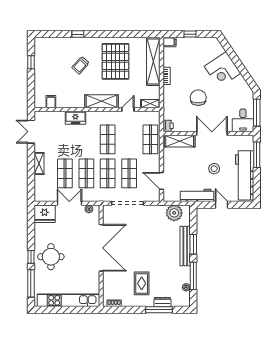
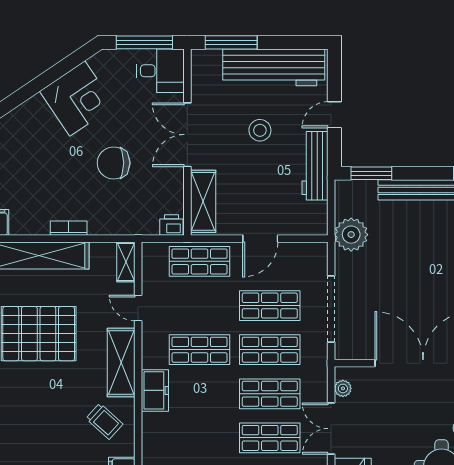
trolley: (80, 65) -> (104, 421), moved
corner desk: (223, 70) -> (77, 98), moved
freezer: (75, 118) -> (155, 390), moved
door: (162, 181) -> (260, 239), moved
plant: (174, 213) -> (351, 235), moved
window: (193, 244) -> (371, 173), moved

